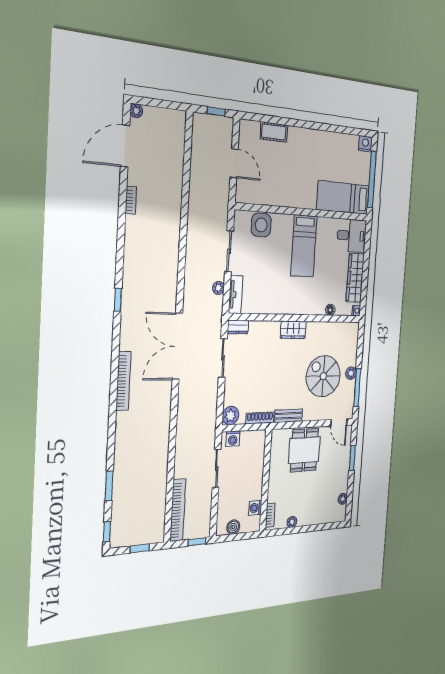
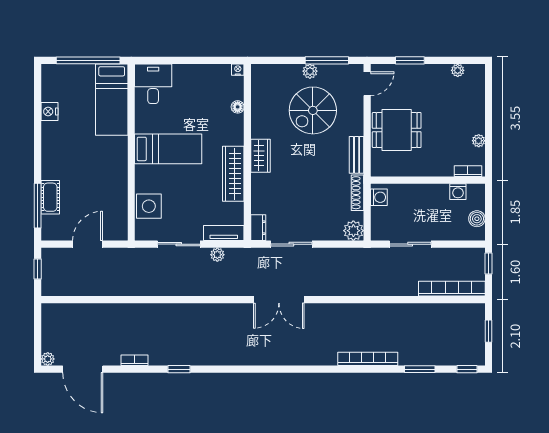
window: (268, 119) -> (38, 206), added
nightstand: (365, 144) -> (50, 112), moved
wardrobe: (355, 278) -> (233, 174), moved, turned 90
window: (118, 300) -> (179, 369), moved
double door: (177, 346) -> (279, 300), width x0.73
bookcase: (123, 381) -> (368, 359), moved
washing machine: (233, 439) -> (379, 197), moved

